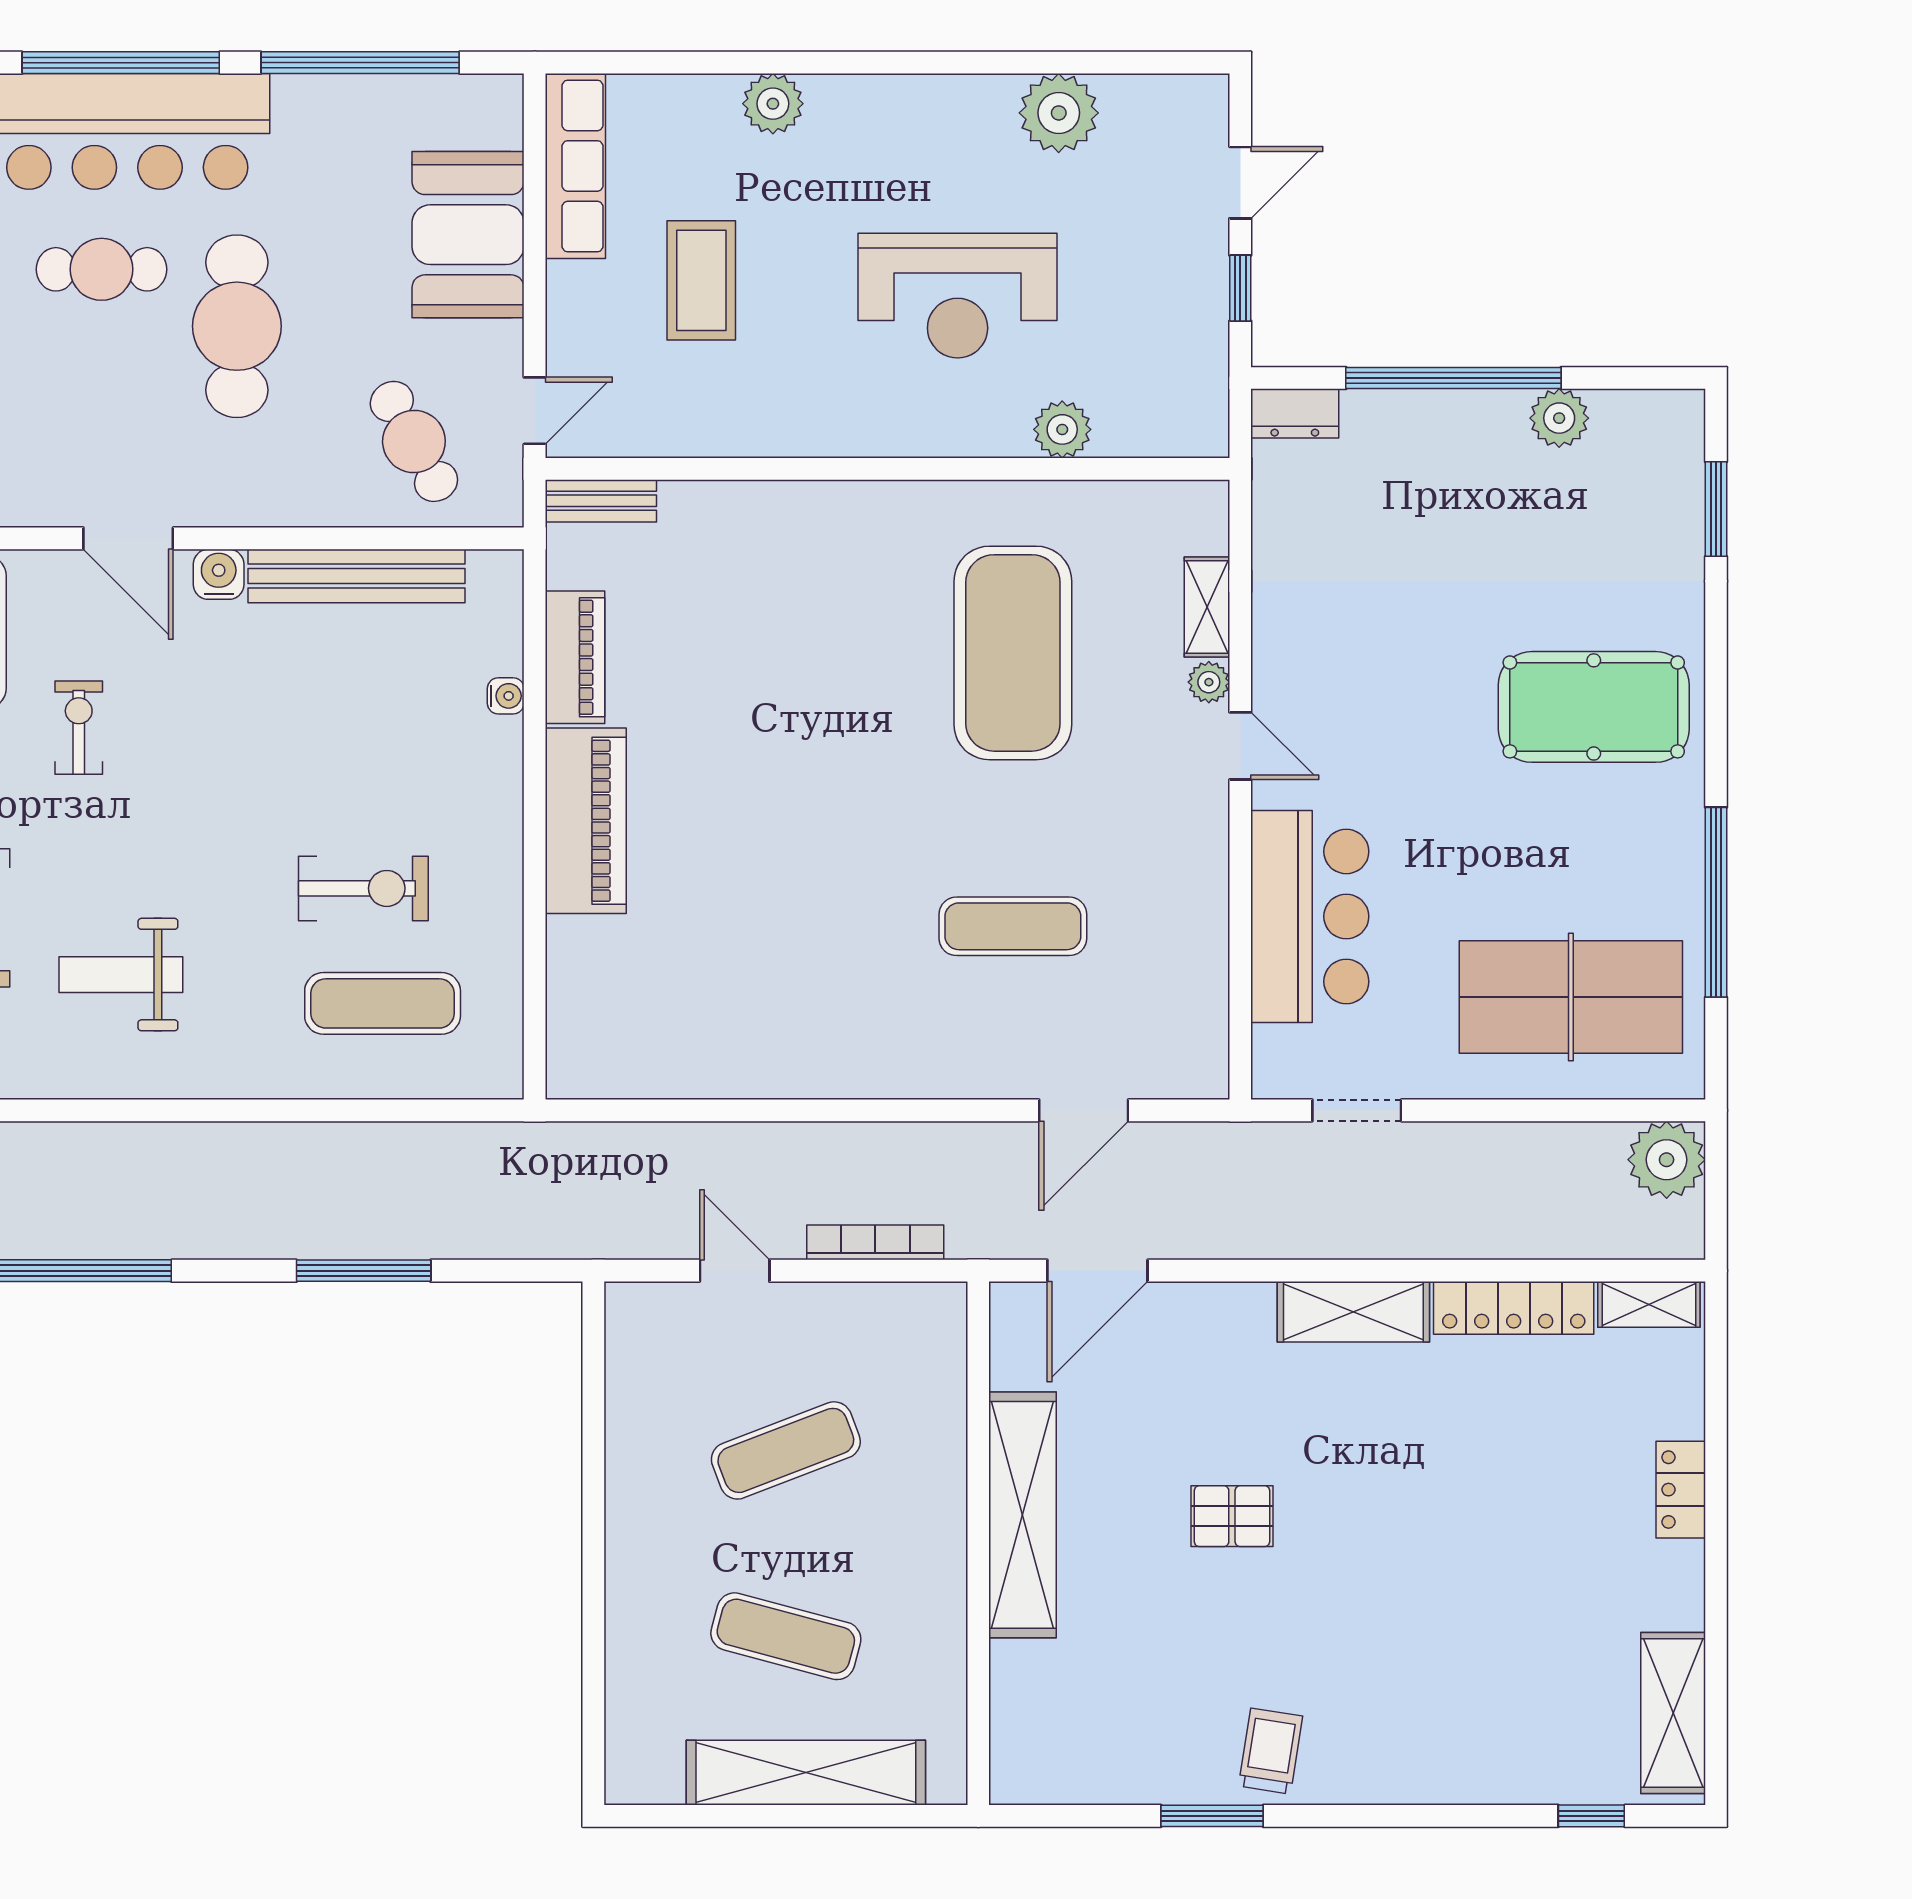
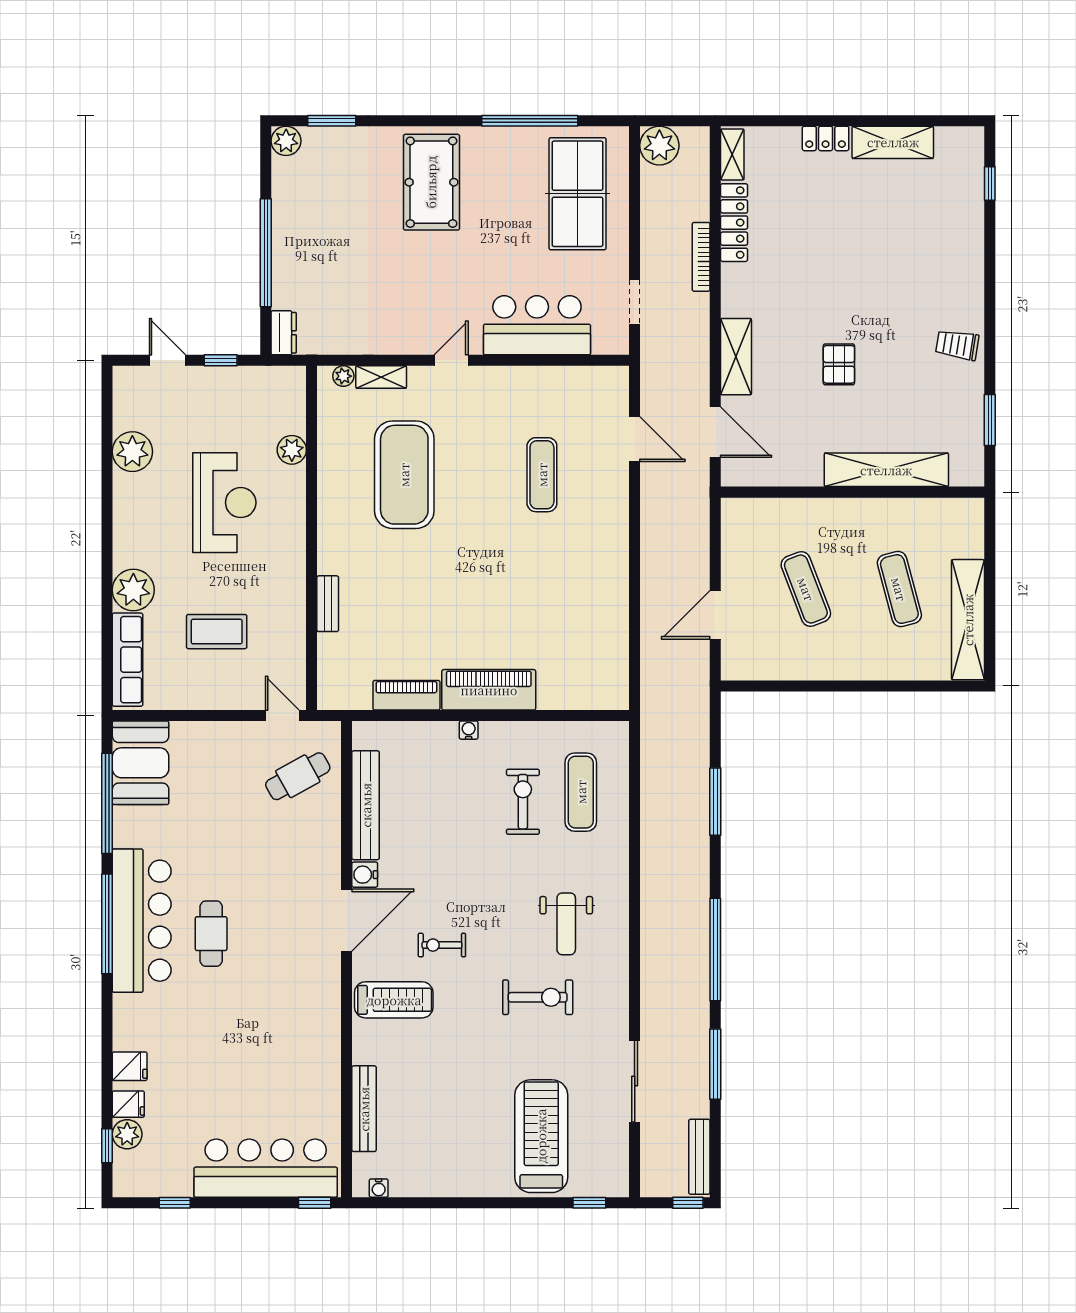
plant: (773, 104) -> (133, 590), width x1.36, depth x1.36
row of seats: (575, 166) -> (128, 660), moved, turned 90
booth: (468, 235) -> (141, 763), moved, turned 90
cafe table: (237, 326) -> (240, 865), removed
plant: (1559, 418) -> (286, 141), moved
bench: (601, 501) -> (328, 604), moved
door: (128, 538) -> (347, 920), width x1.36
exercise mat: (1013, 653) -> (404, 475), turned 90
plant: (1209, 682) -> (343, 376), moved
water cooler: (506, 696) -> (469, 730), moved
bookcase: (875, 1242) -> (701, 257), moved
door: (735, 1271) -> (715, 615), width x1.38
shelving: (1353, 1312) -> (736, 357), moved
shelving: (1023, 1515) -> (886, 470), moved
exercise mat: (786, 1636) -> (899, 589), turned -30
shelving: (1673, 1713) -> (893, 142), moved
shelving: (806, 1773) -> (968, 620), moved
window: (1212, 1816) -> (990, 420), moved

